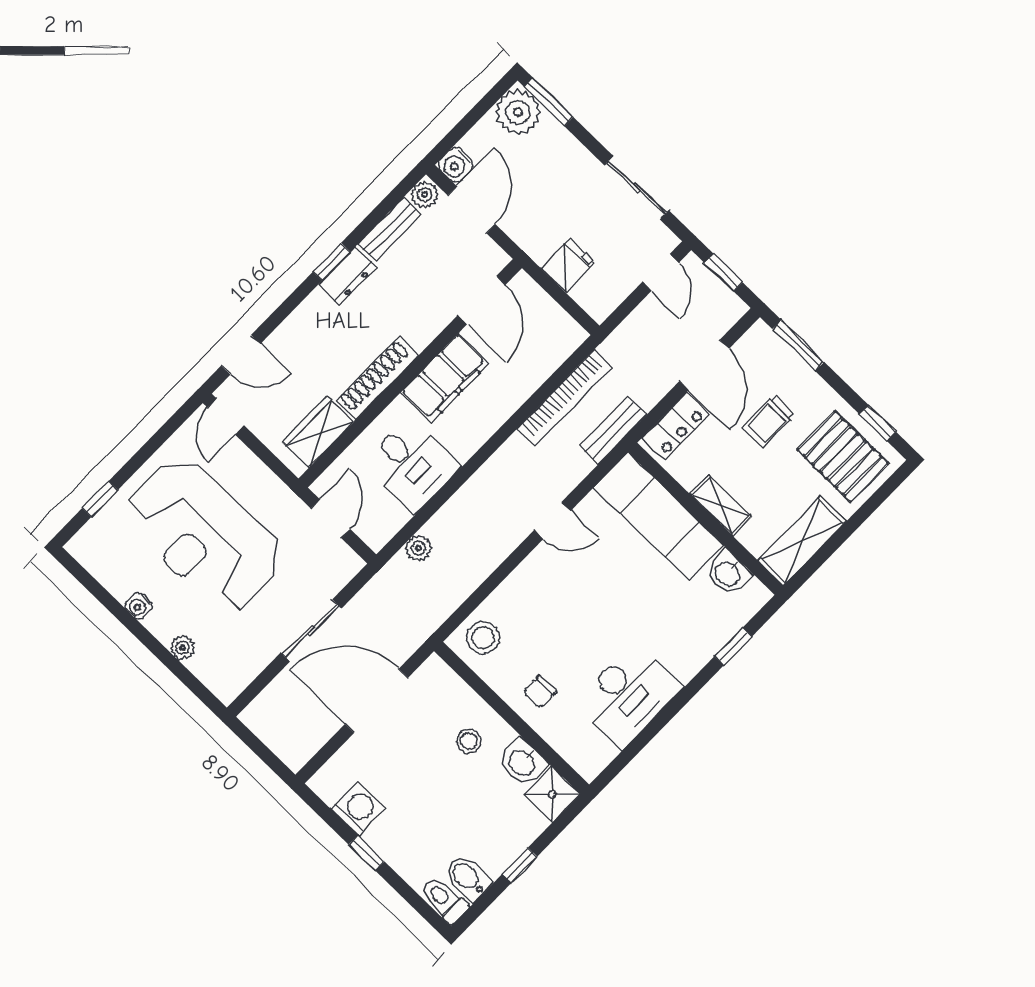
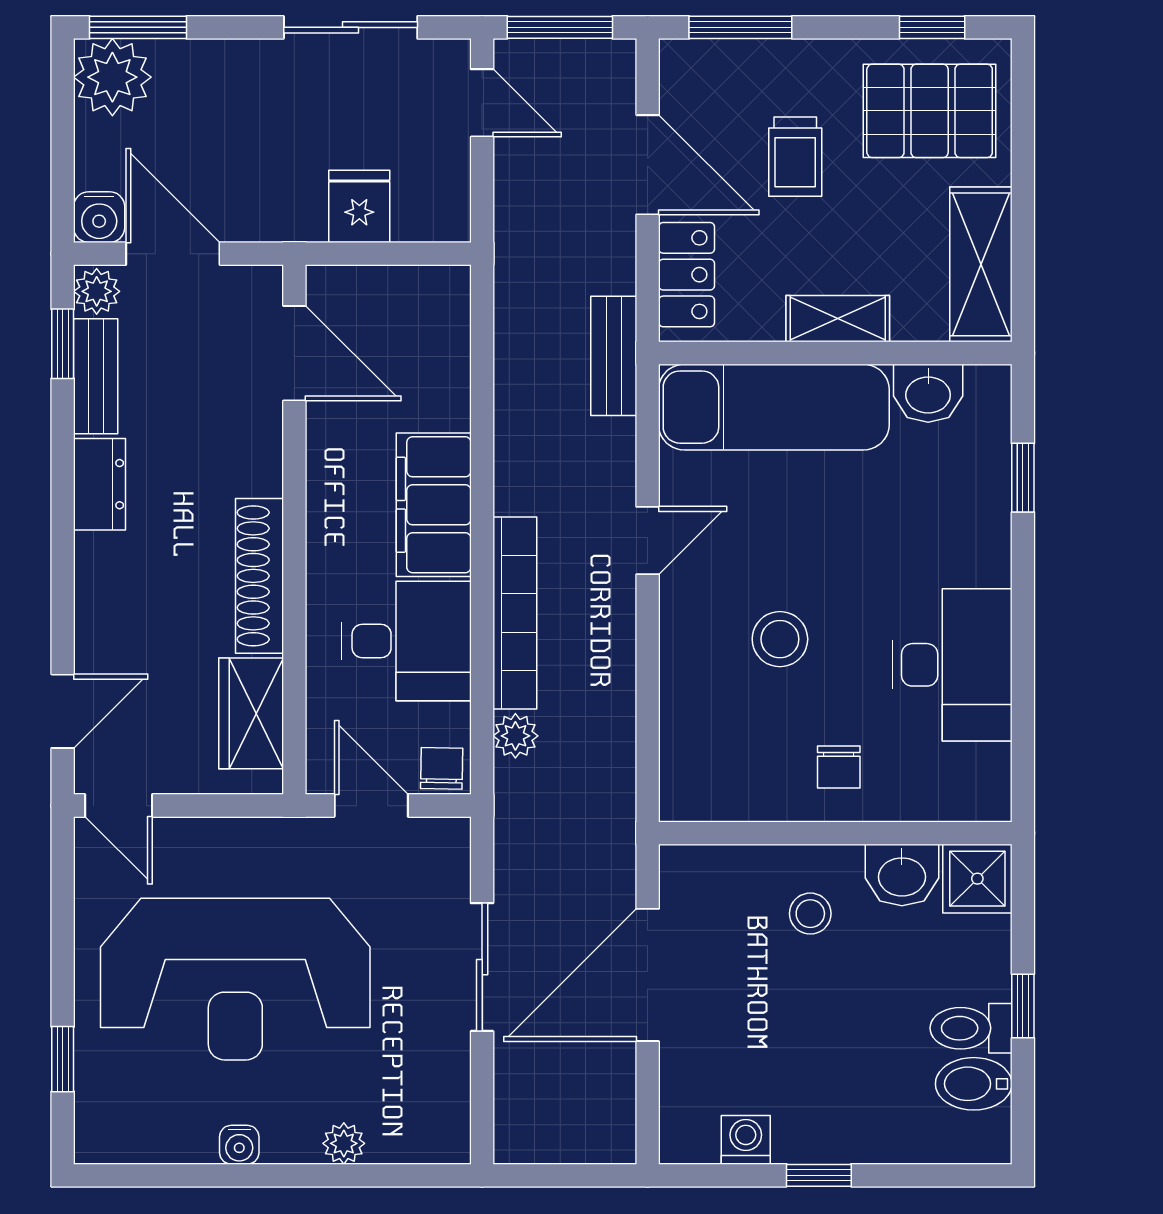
window: (332, 262) -> (63, 344), moved
window: (723, 272) -> (560, 27), width x1.50
filing cabinet: (445, 378) -> (434, 505), moved, turned 180
bookcase: (565, 398) -> (515, 613), moved
chair: (375, 532) -> (442, 768), added
stool: (483, 638) -> (780, 639), moved
washing machine: (358, 809) -> (746, 1140), width x0.73, depth x0.73
toilet: (444, 900) -> (971, 1028), moved

